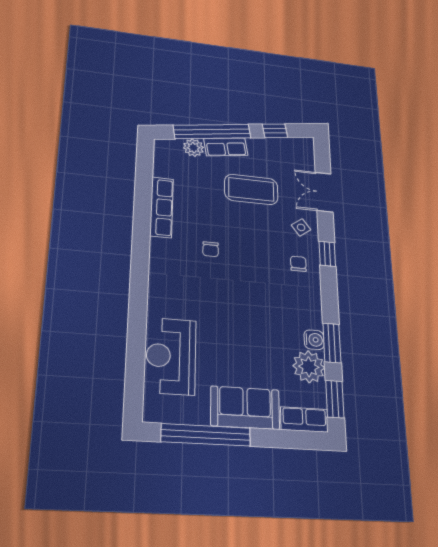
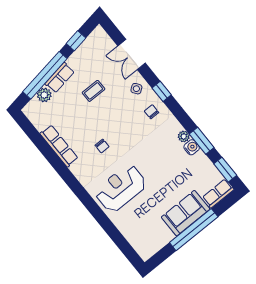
coffee table: (251, 189) -> (94, 91), width x0.54, depth x0.58
reception desk: (171, 356) -> (121, 188), moved, turned 90
plant: (309, 367) -> (184, 136), moved, width x0.53, depth x0.53
window: (206, 435) -> (194, 230), moved

